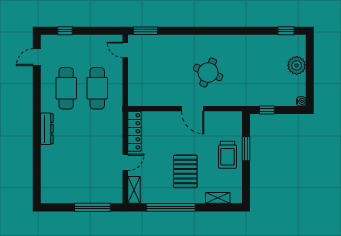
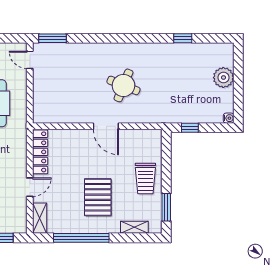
window: (286, 31) -> (183, 38), moved
window: (246, 149) -> (166, 207), moved

